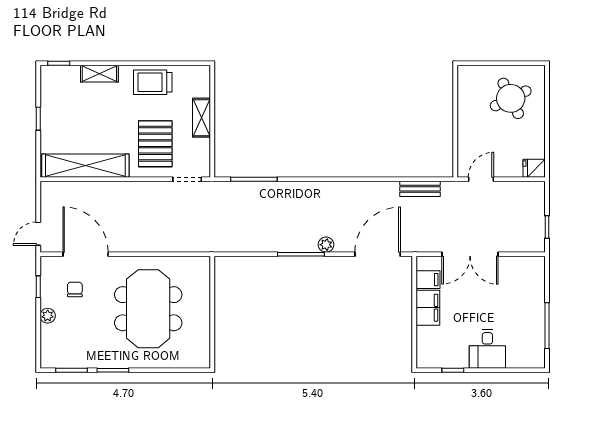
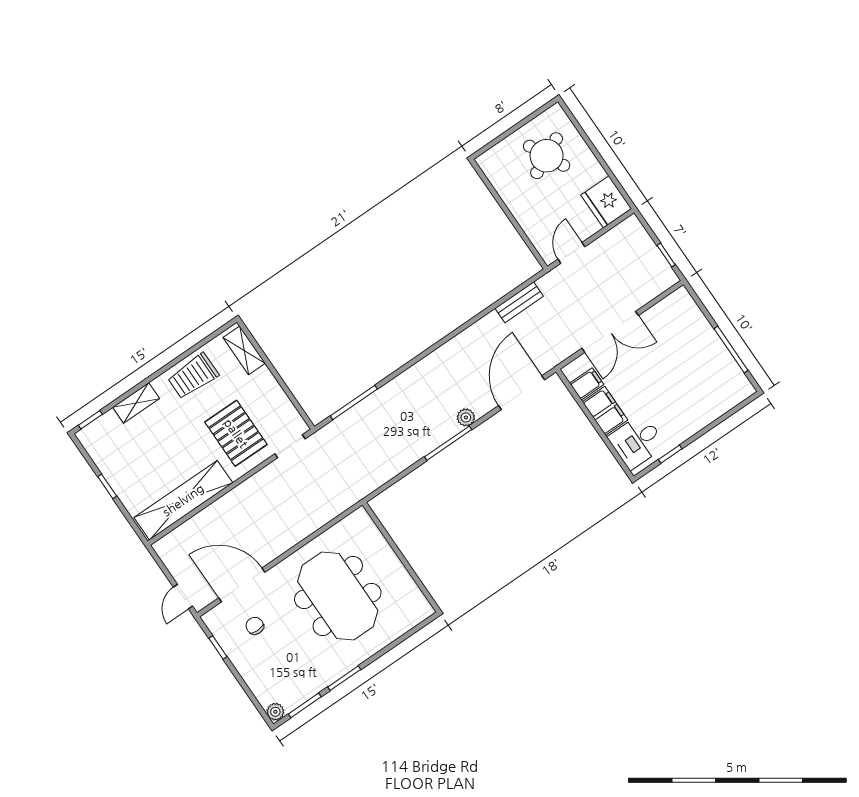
shelving: (202, 118) -> (244, 350), moved
fridge: (534, 168) -> (606, 202), width x1.88, depth x1.34
plant: (48, 316) -> (275, 712), moved
desk: (487, 349) -> (637, 441), moved, turned 90

